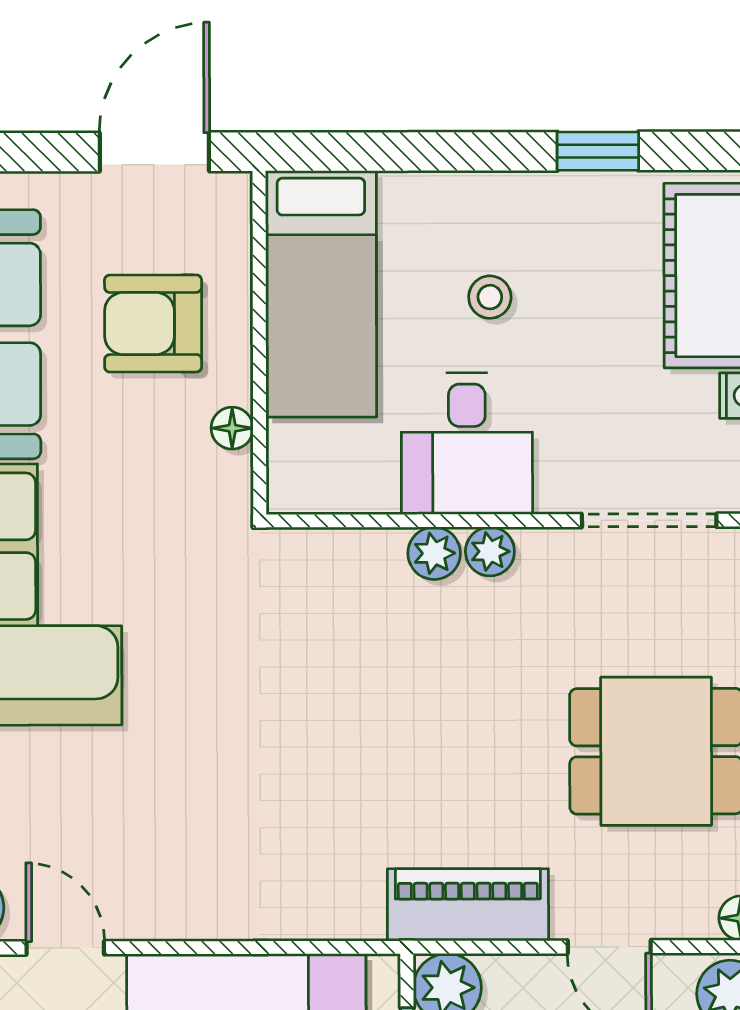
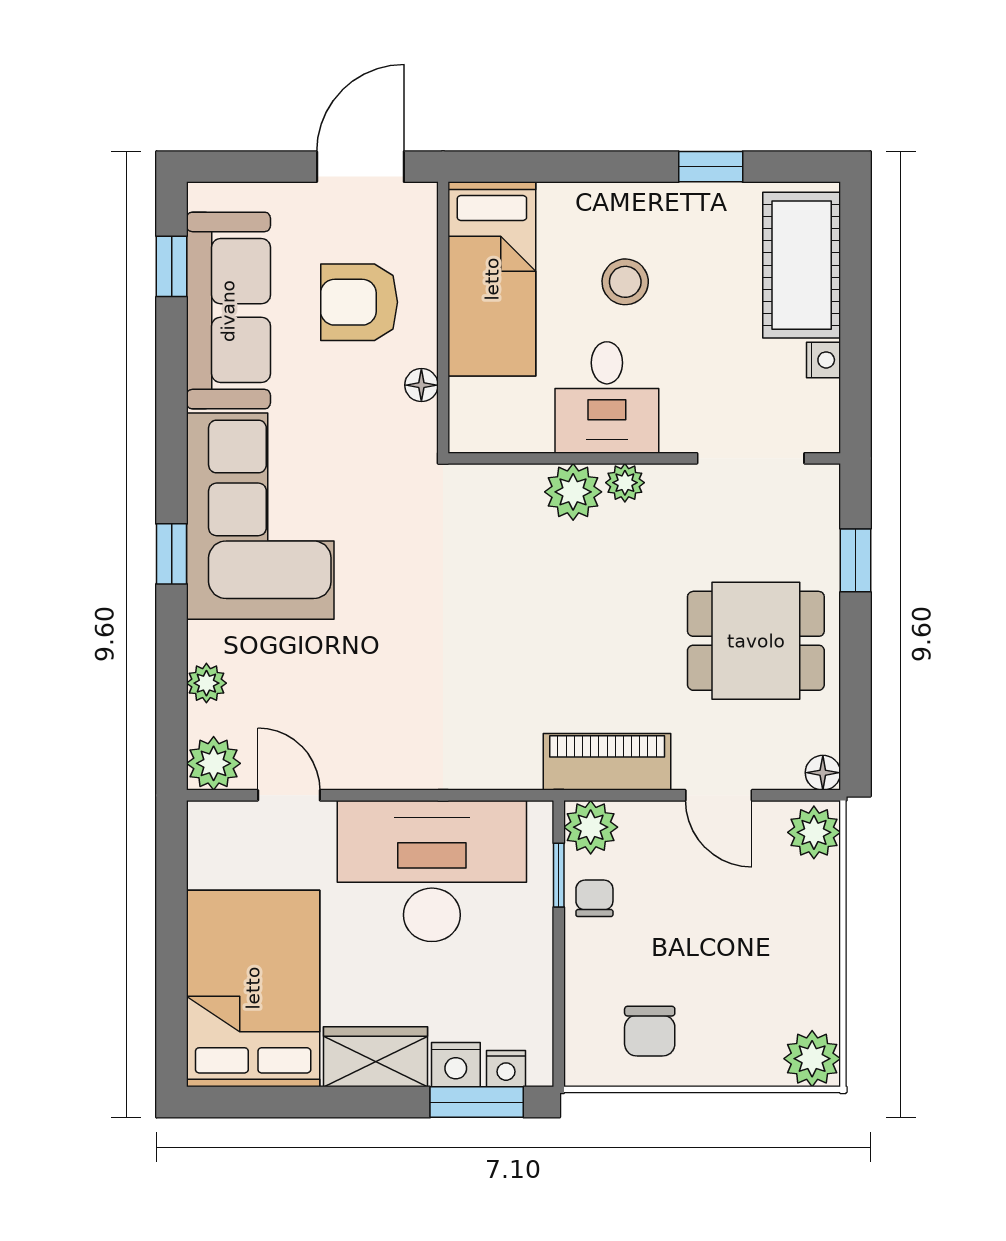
stool: (490, 297) -> (625, 282), width x1.37, depth x1.37
plant: (434, 553) -> (573, 492), width x1.38, depth x1.38

